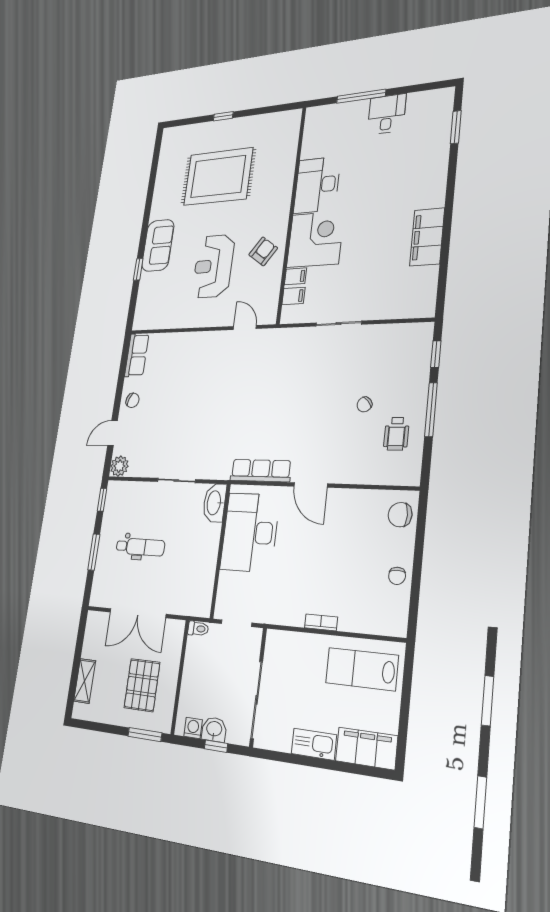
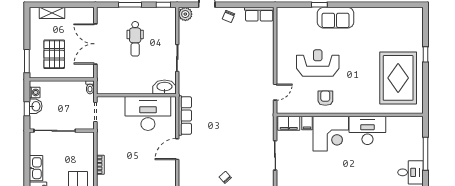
rug: (218, 177) -> (398, 78), moved
armchair: (263, 251) -> (325, 98), turned -126
filing cabinet: (293, 296) -> (289, 123), width x2.00
pallet: (142, 685) -> (54, 54), turned 90

